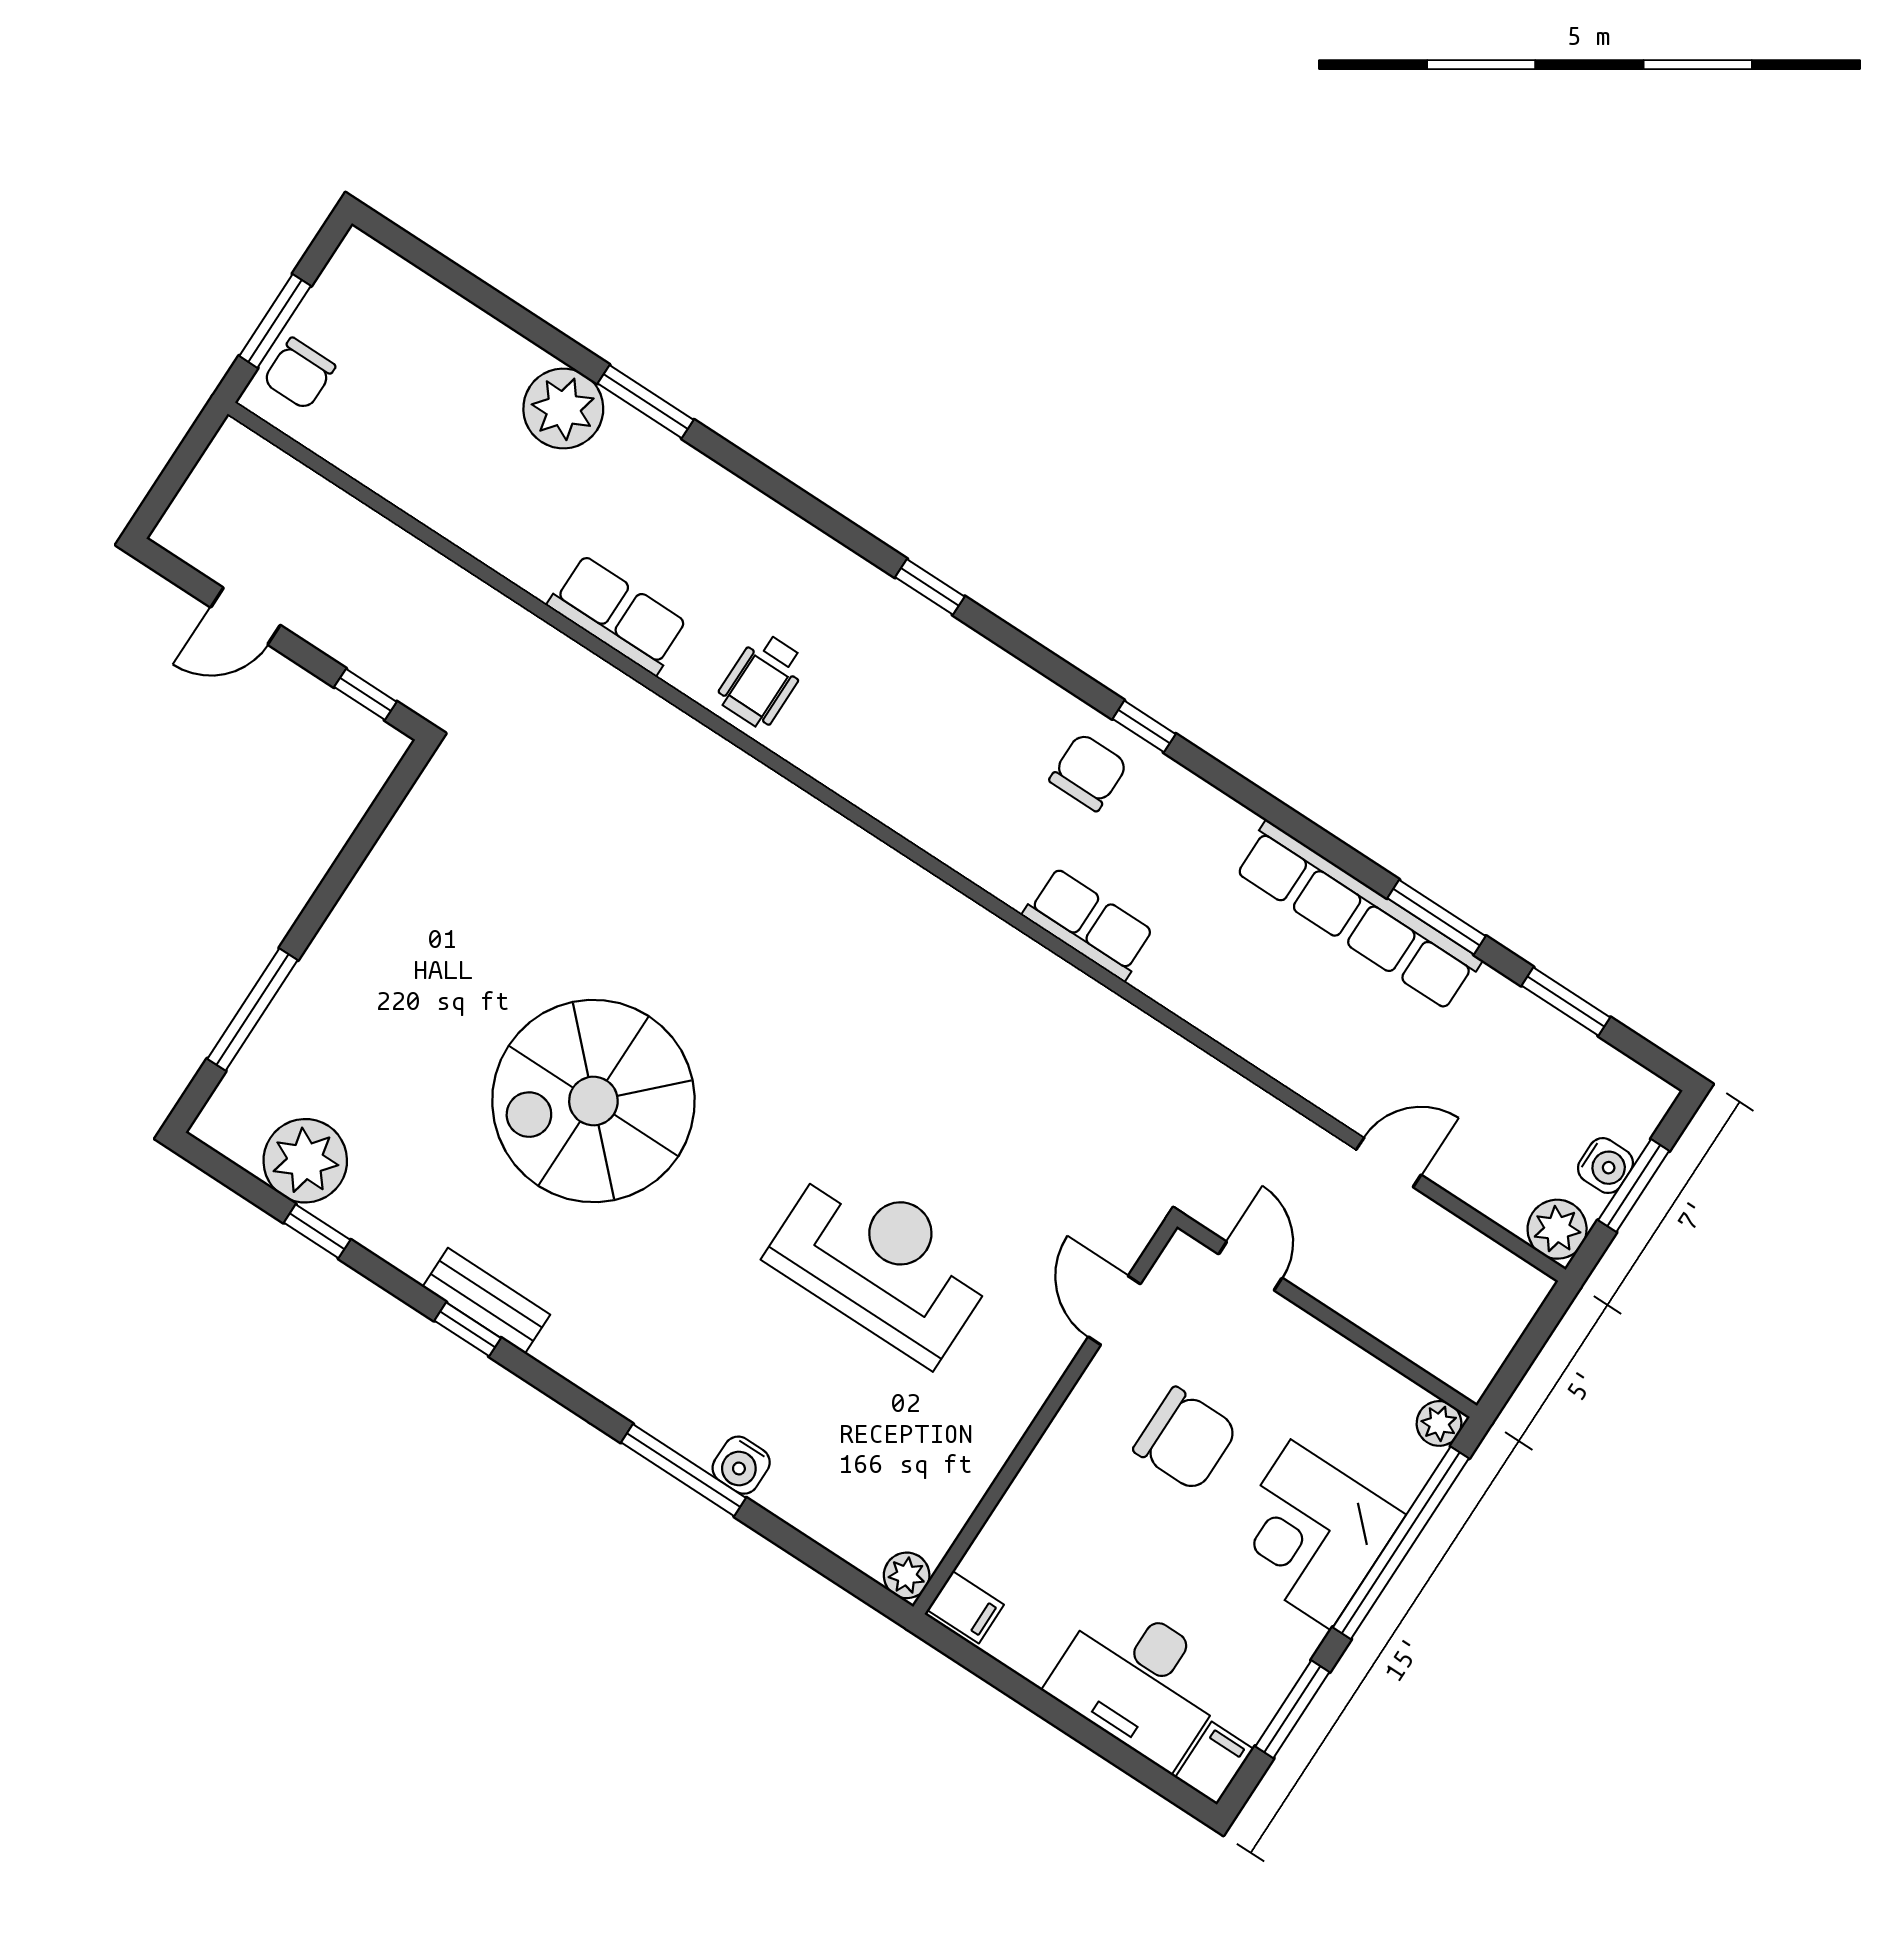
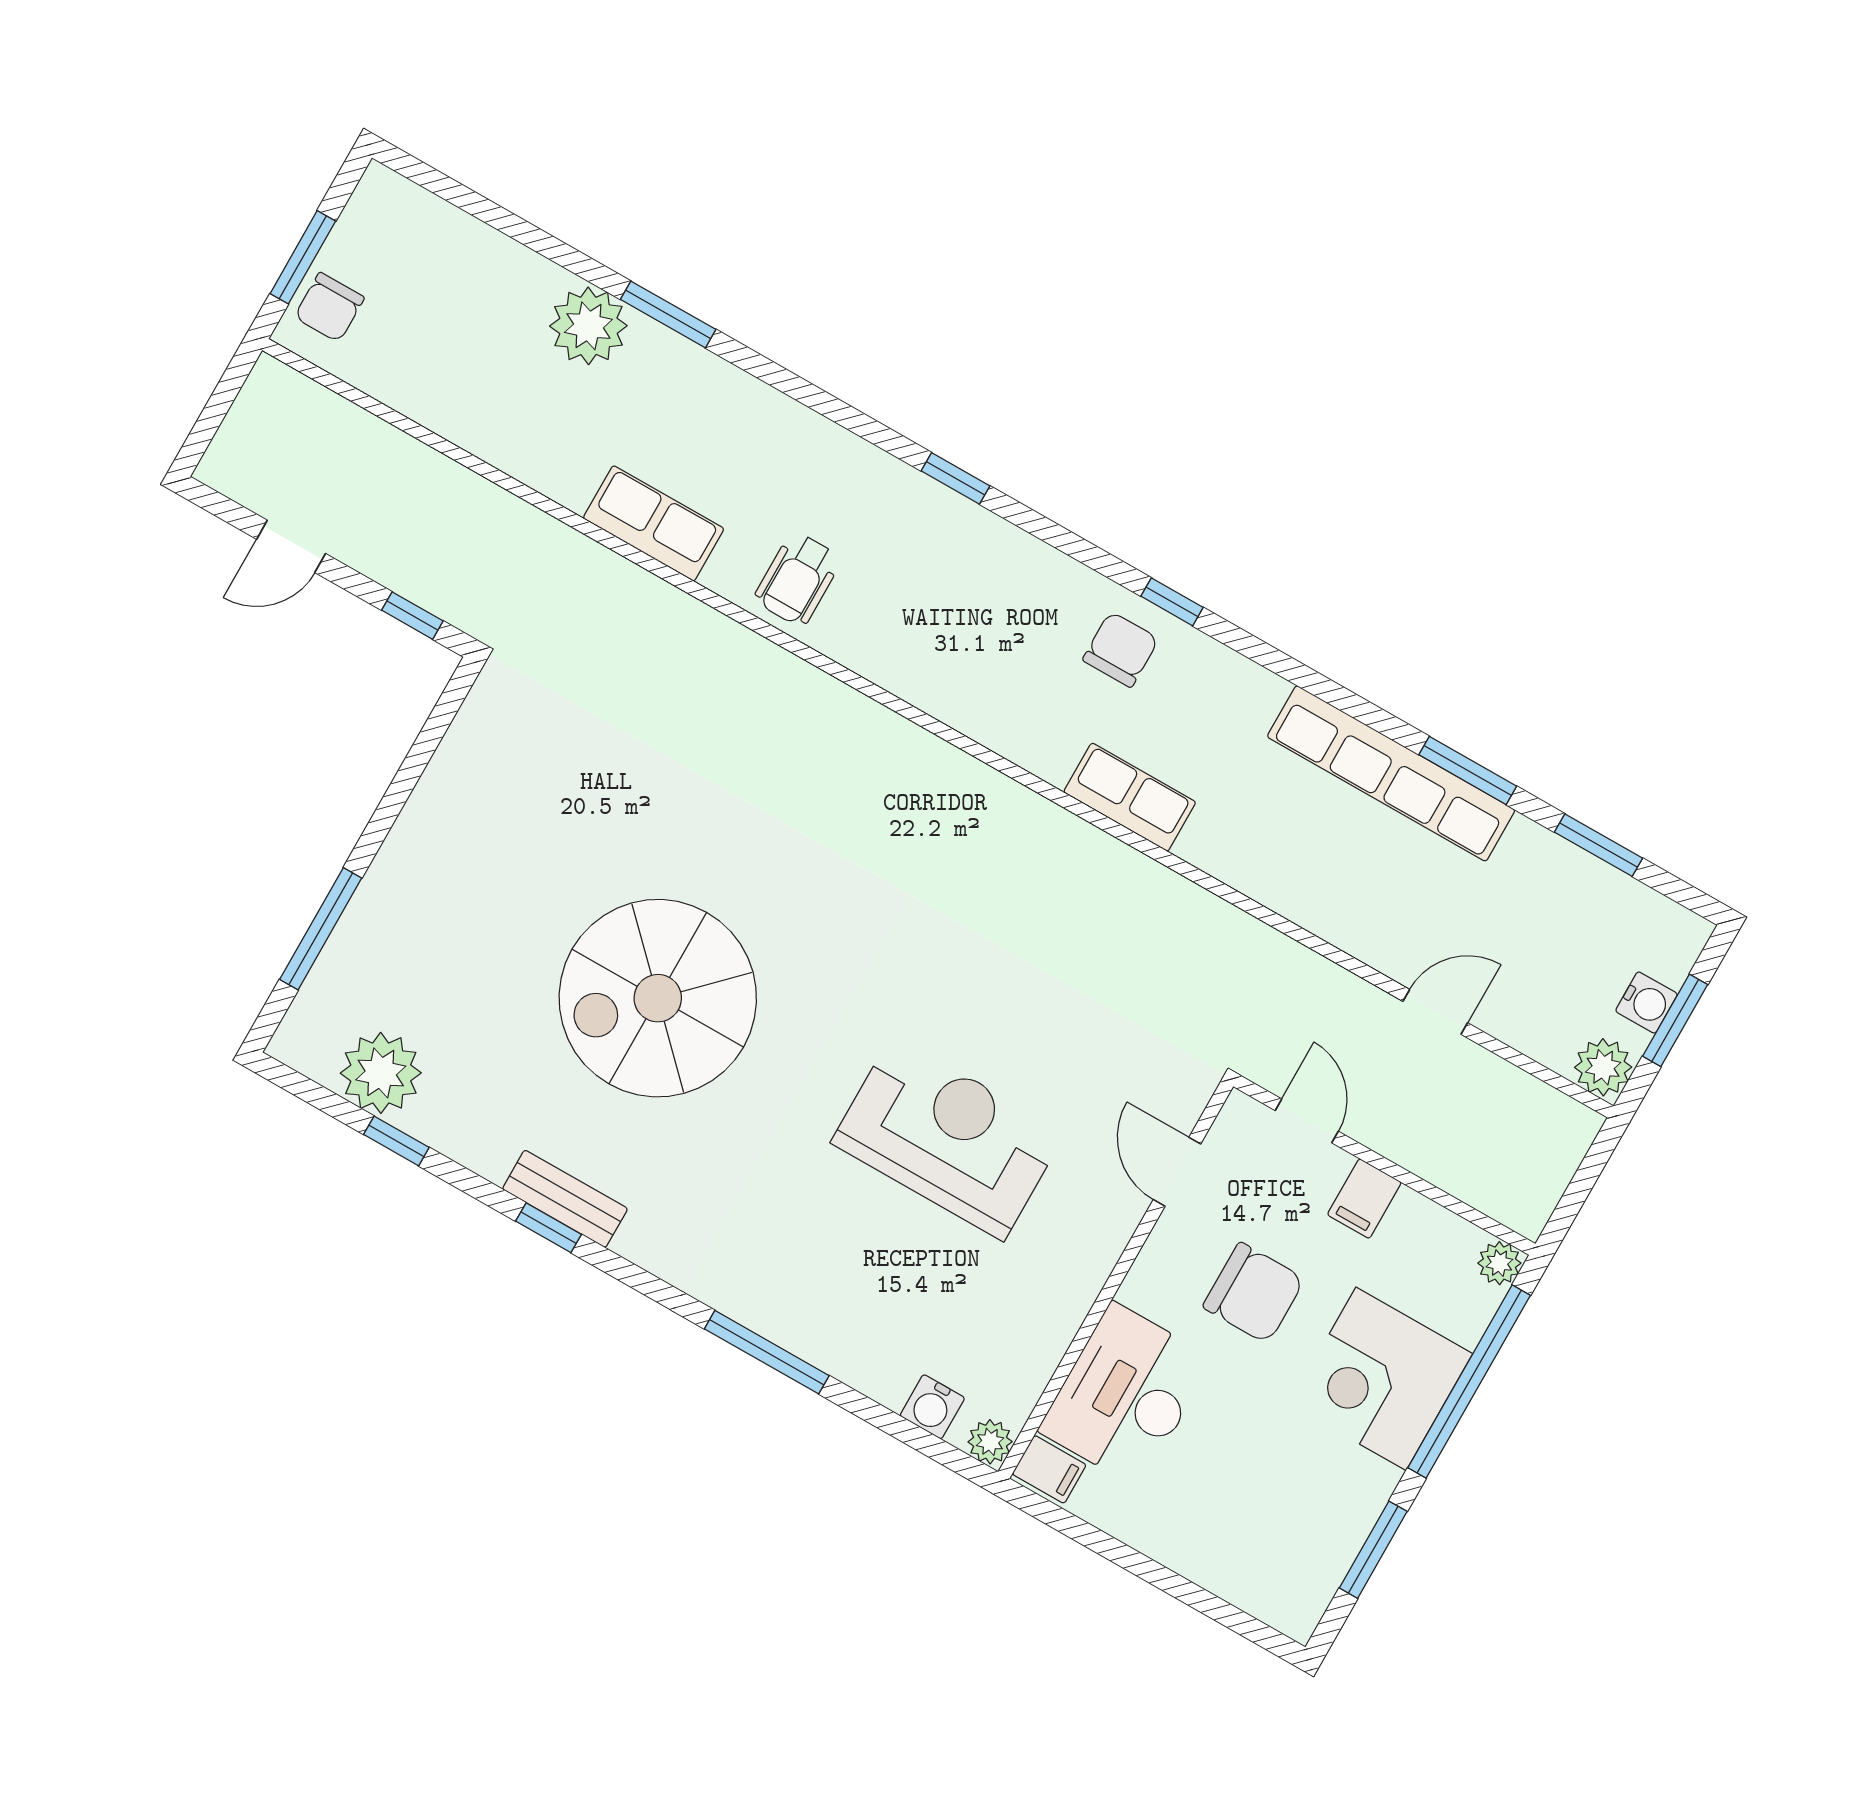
water cooler: (741, 1465) -> (932, 1407), moved
desk: (1139, 1681) -> (1126, 1395), moved, turned 90
filing cabinet: (1214, 1763) -> (1364, 1199), moved, turned 180

